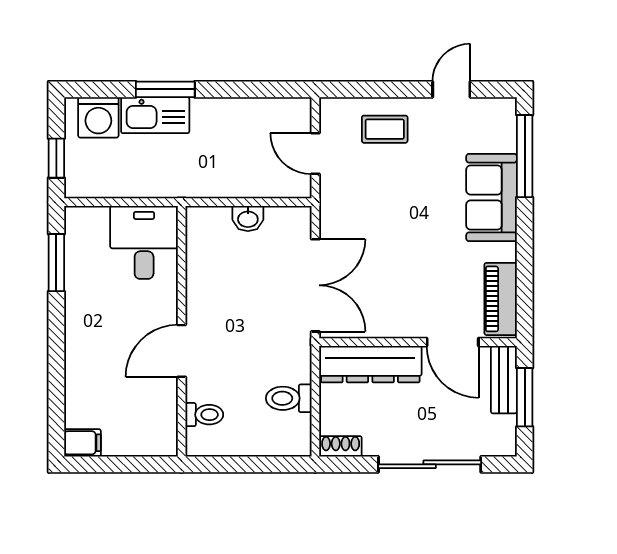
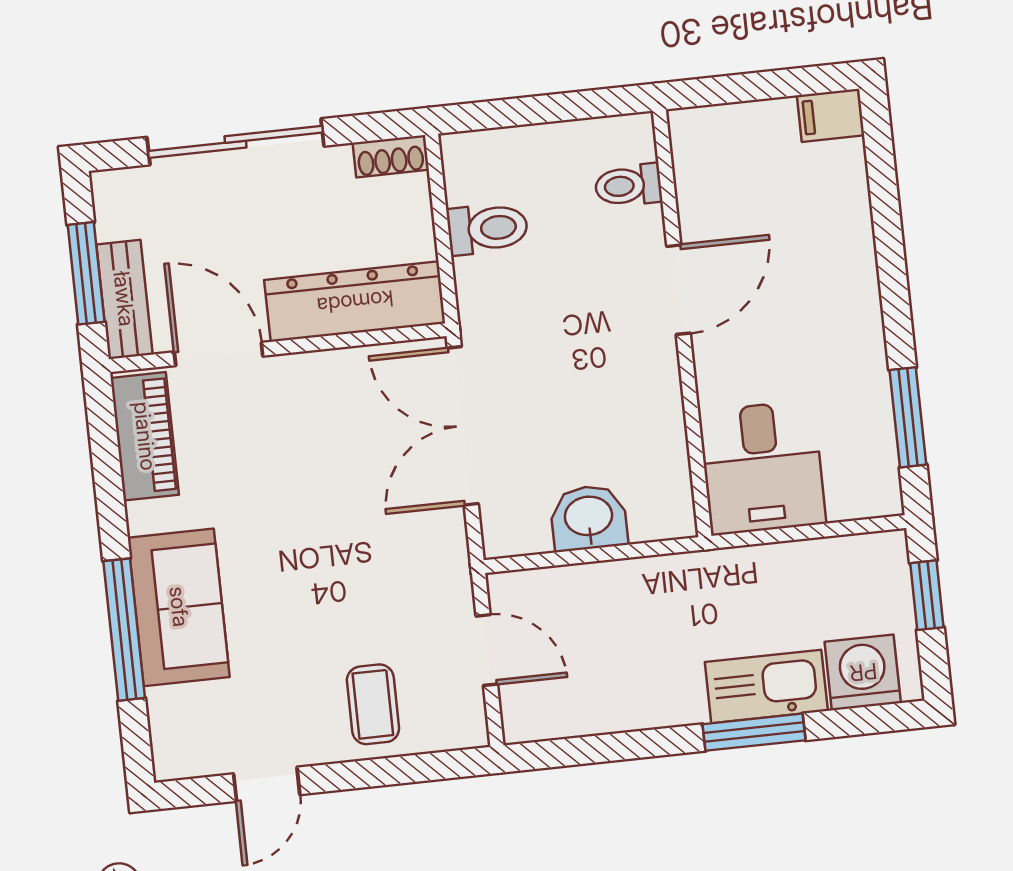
coffee table: (385, 129) -> (373, 704), turned 90
window: (525, 156) -> (124, 630), moved
washbasin: (248, 219) -> (589, 518), width x1.38, depth x1.45

